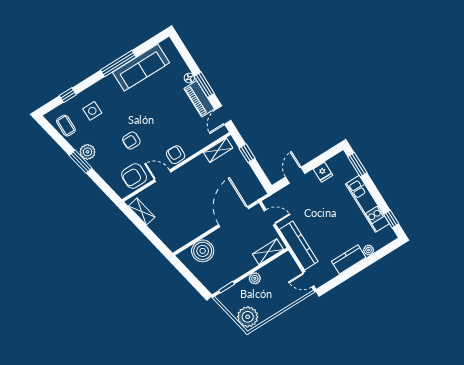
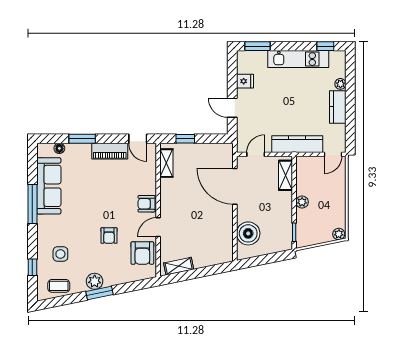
floor lamp: (189, 78) -> (59, 148), moved
window: (204, 85) -> (82, 139), moved
plant: (248, 317) -> (339, 234), width x0.53, depth x0.53

